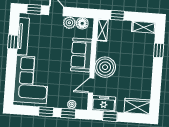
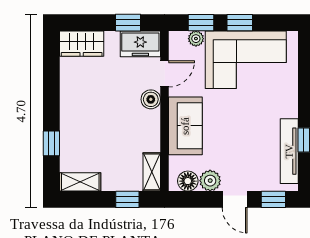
boiler: (105, 67) -> (151, 99), width x0.54, depth x0.54
corner sofa: (31, 80) -> (246, 60), moved, turned -90

